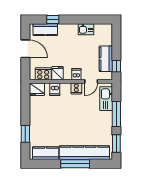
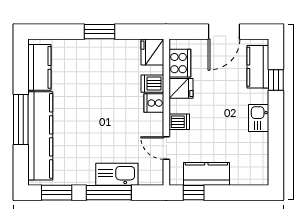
kitchen sink: (86, 29) -> (259, 118), moved
cooker: (76, 88) -> (154, 103), moved
kitchen sink: (106, 99) -> (117, 174), moved
window: (25, 134) -> (99, 32), moved

